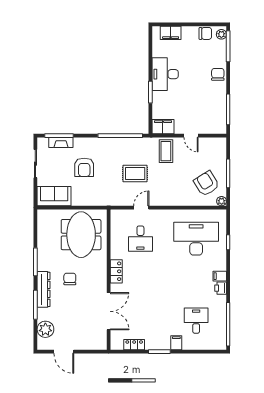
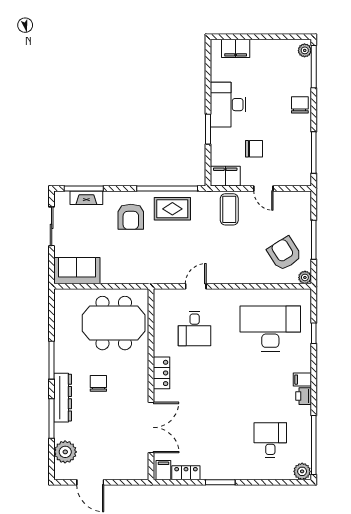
chair: (205, 33) -> (254, 149), moved
armchair: (84, 167) -> (131, 217), moved
rug: (135, 173) -> (172, 209), moved
meeting table: (81, 235) -> (114, 323), turned 90
filing cabinet: (176, 343) -> (163, 470), moved
plant: (219, 344) -> (302, 471), added

